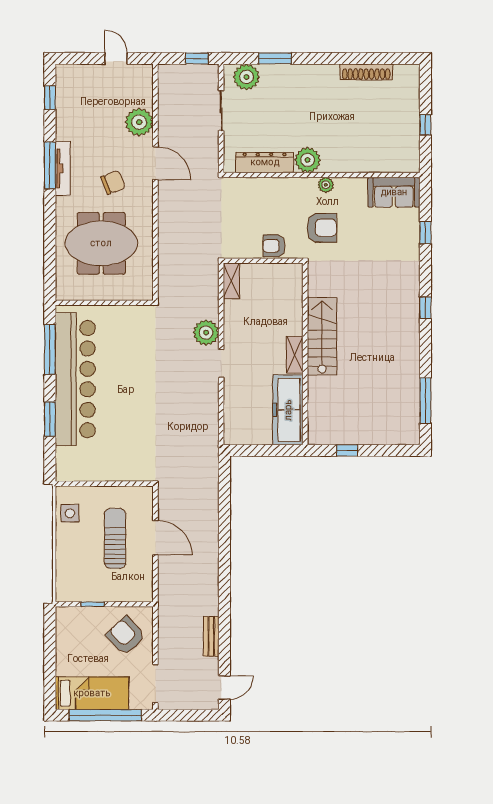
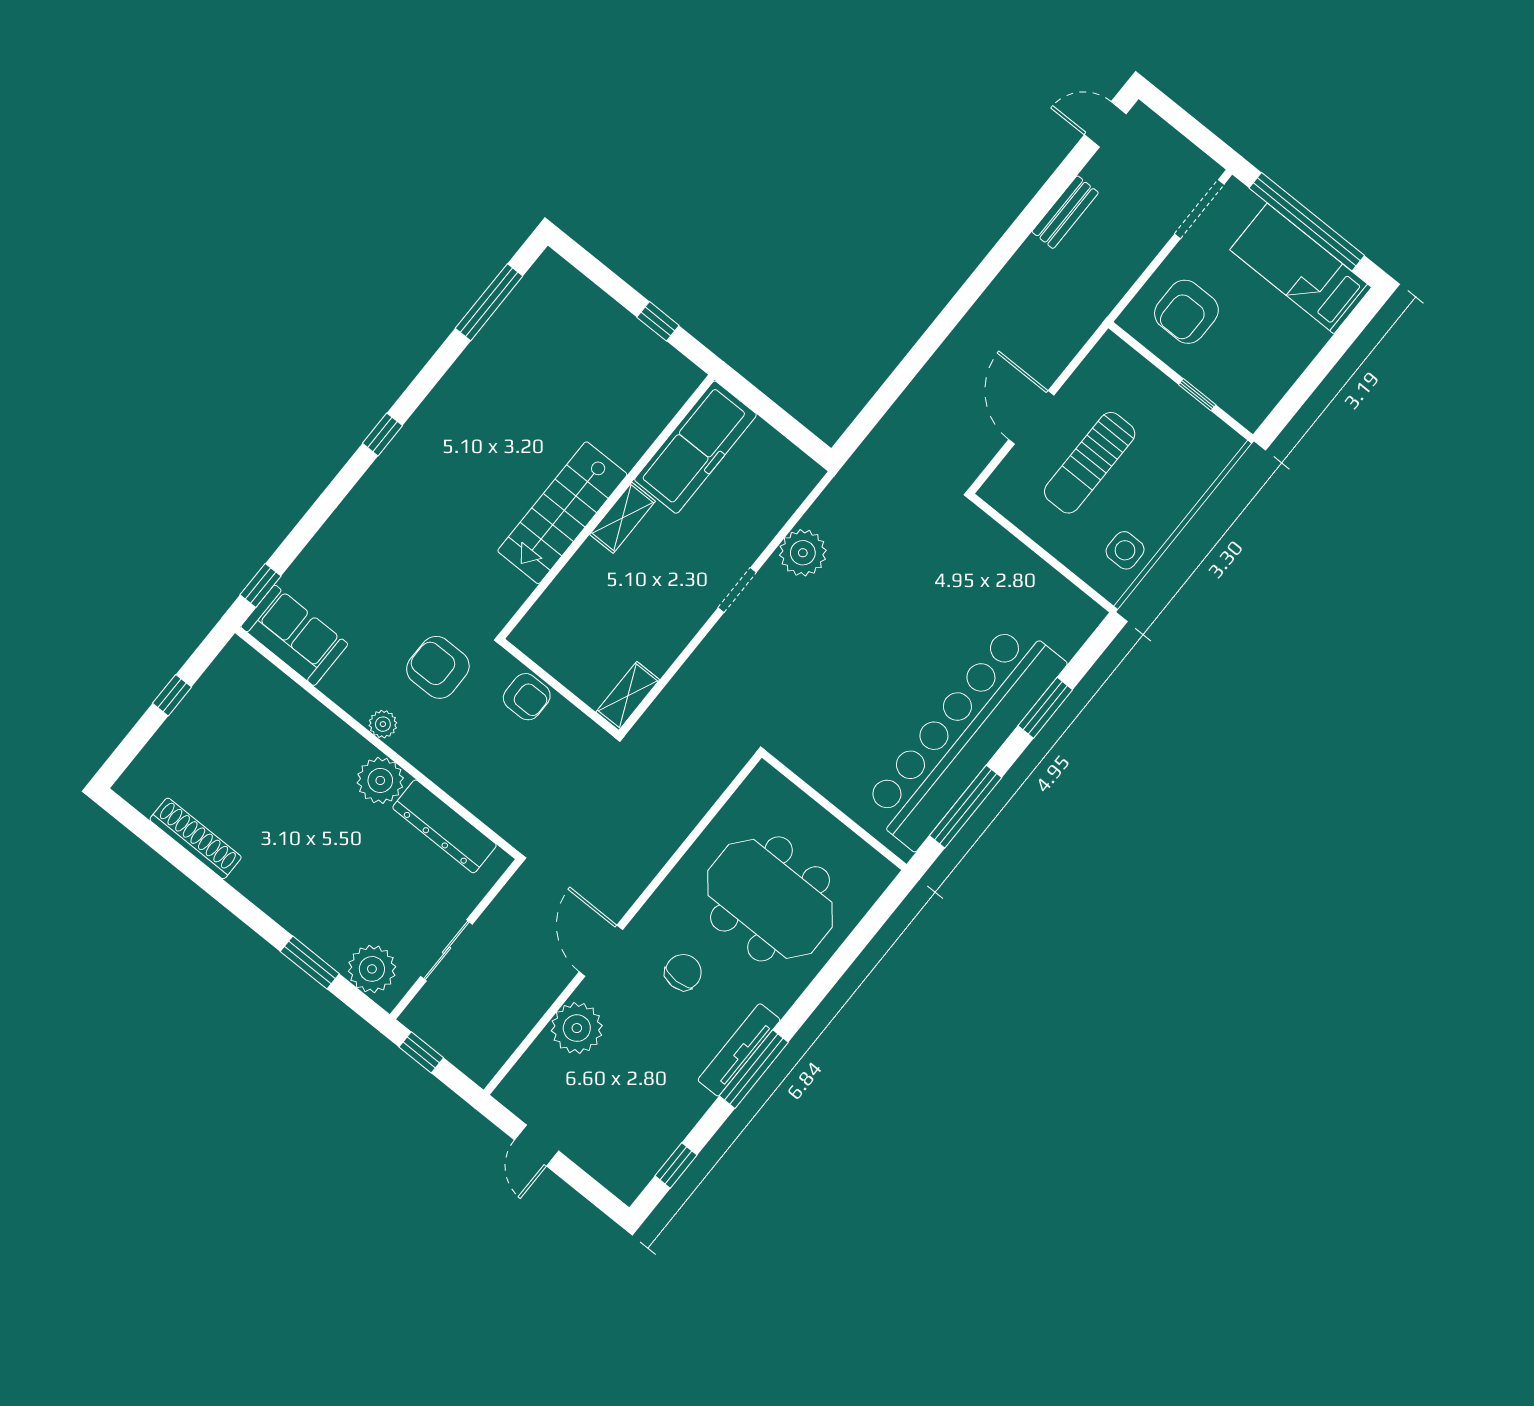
chair: (113, 182) -> (683, 972), turned 111
window: (425, 233) -> (261, 585), moved
plant: (206, 333) -> (803, 553), moved
armchair: (126, 636) -> (1186, 312), turned 43

